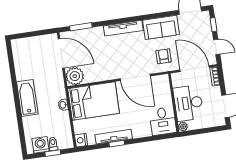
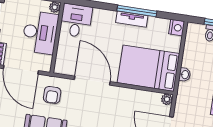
plant: (75, 76) -> (167, 99), width x0.53, depth x0.53
tv unit: (114, 137) -> (132, 19), width x0.71
window: (117, 144) -> (137, 11), width x2.17

